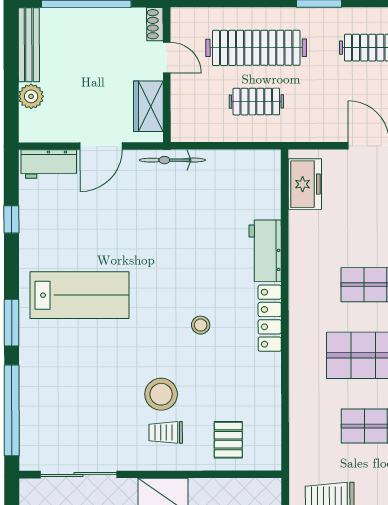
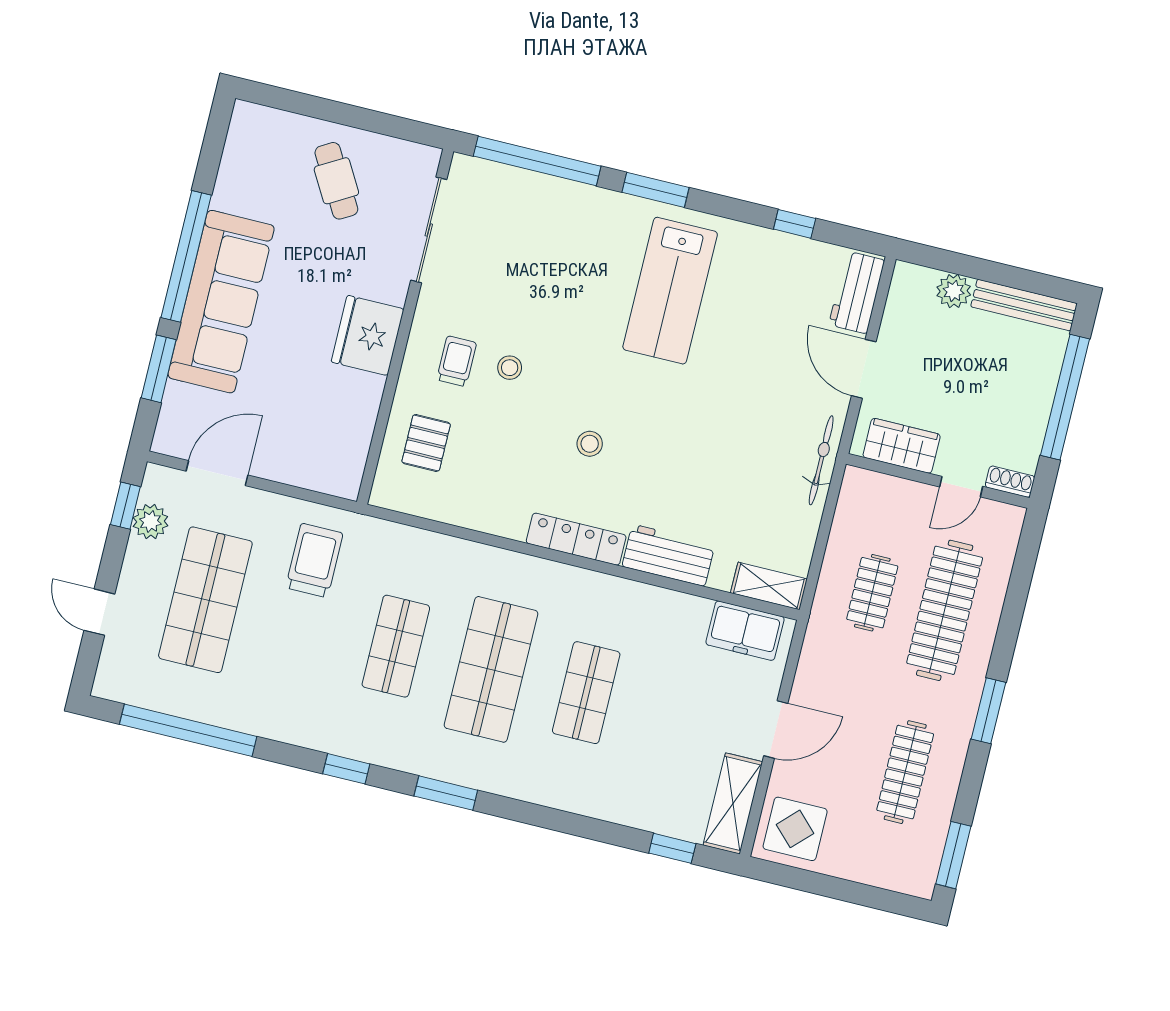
shelving: (269, 175) -> (769, 586), added
stool: (161, 394) -> (510, 368), width x0.53, depth x0.53
pallet: (228, 440) -> (426, 443), turned 90

